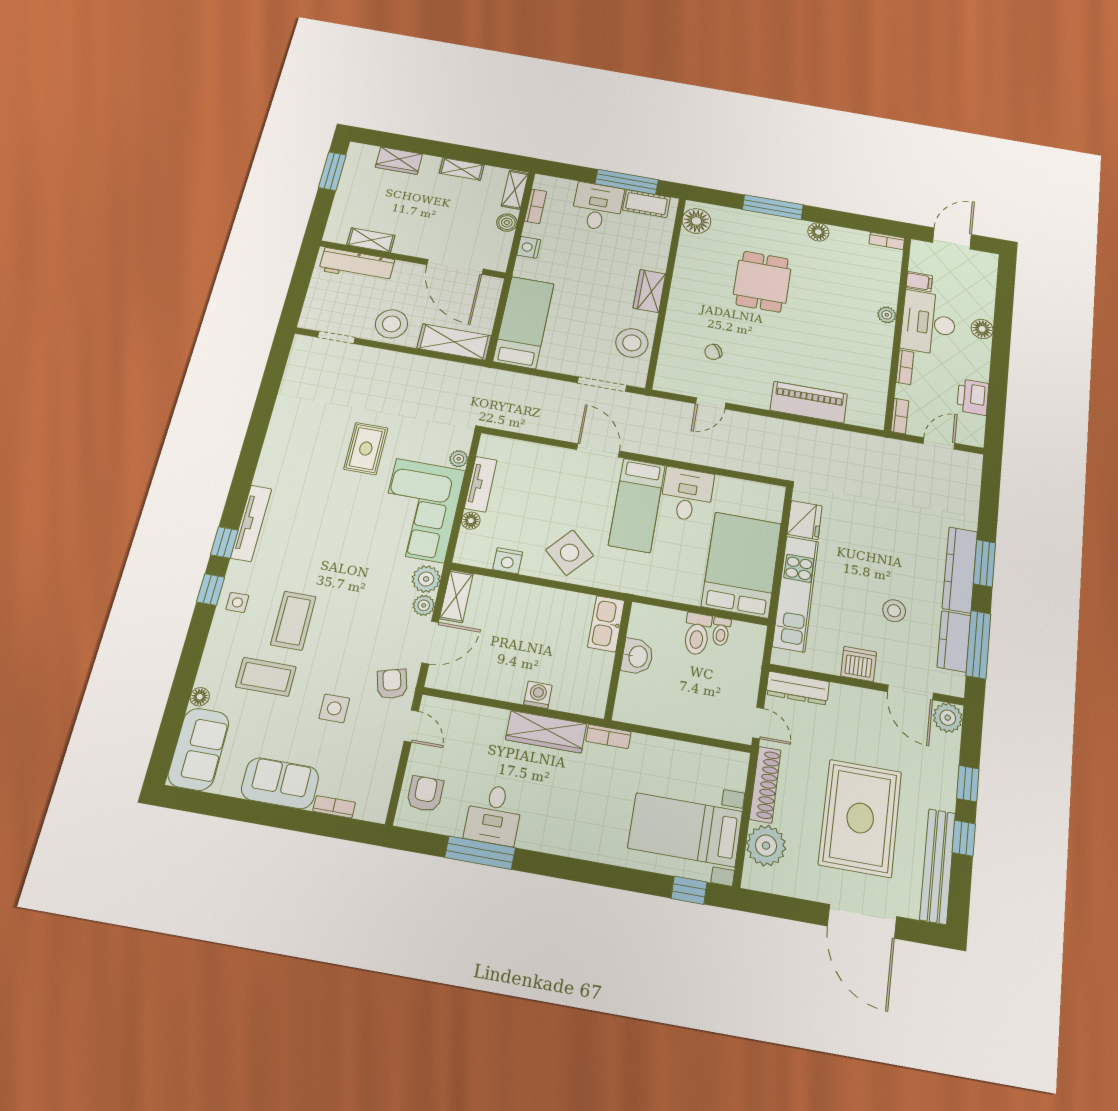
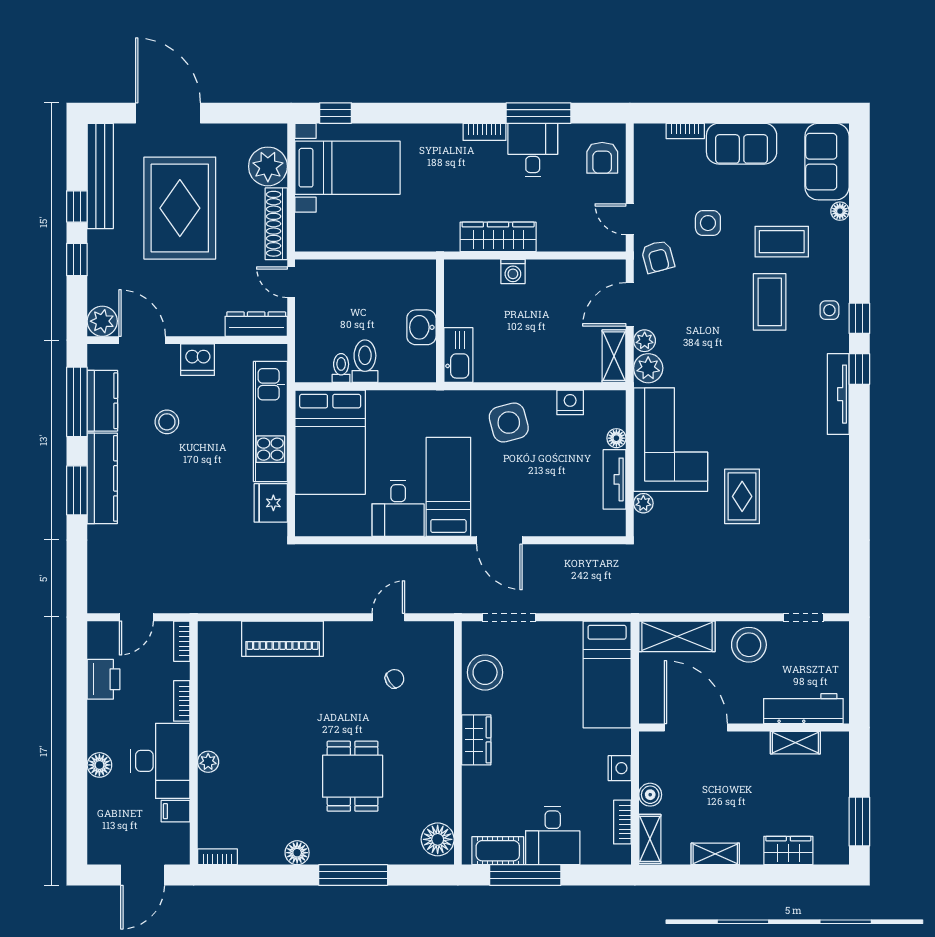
side table: (570, 553) -> (509, 423), turned 33
bookcase: (608, 736) -> (484, 132), moved, turned 180

